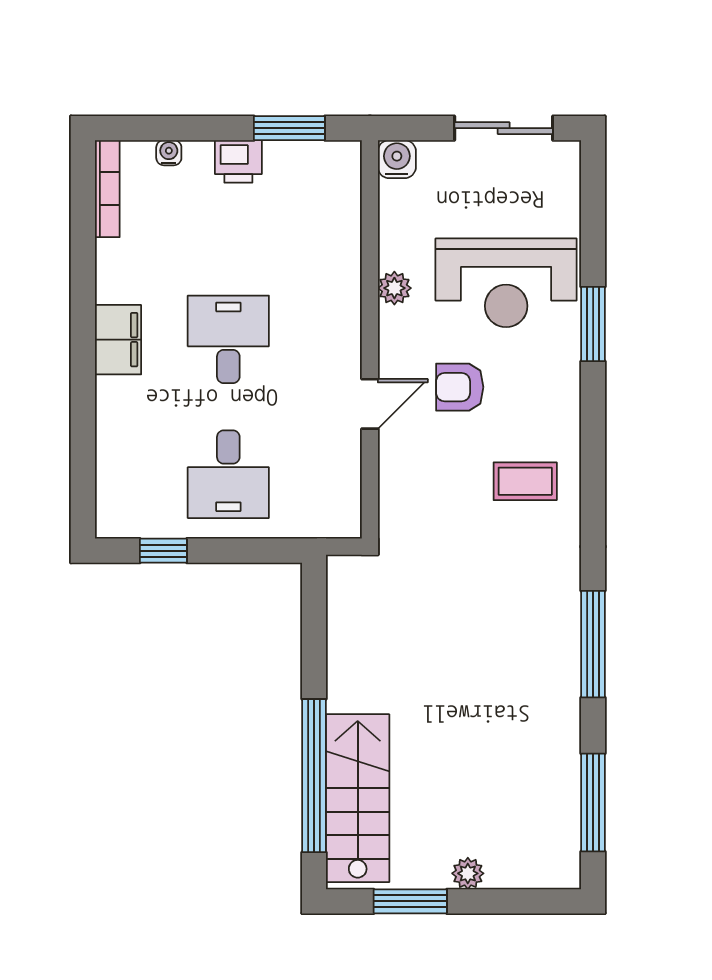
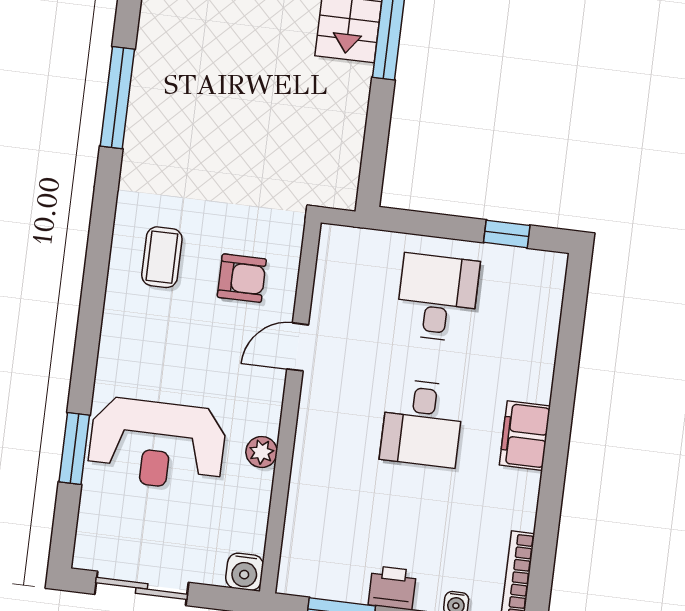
reception desk: (506, 283) -> (157, 444), turned 180
window: (593, 324) -> (74, 449), moved
armchair: (460, 387) -> (242, 278), moved
coffee table: (525, 481) -> (162, 257), turned 90

